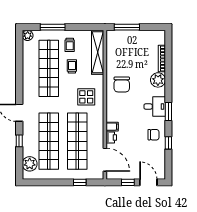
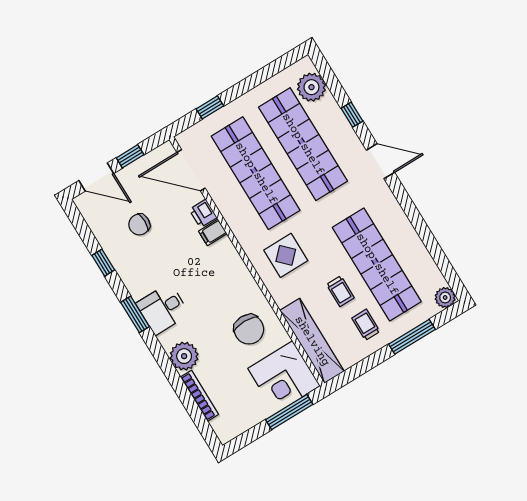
corner desk: (120, 44) -> (284, 377), added
chair: (122, 84) -> (249, 329), moved, turned 180
chair: (153, 135) -> (139, 224), moved

